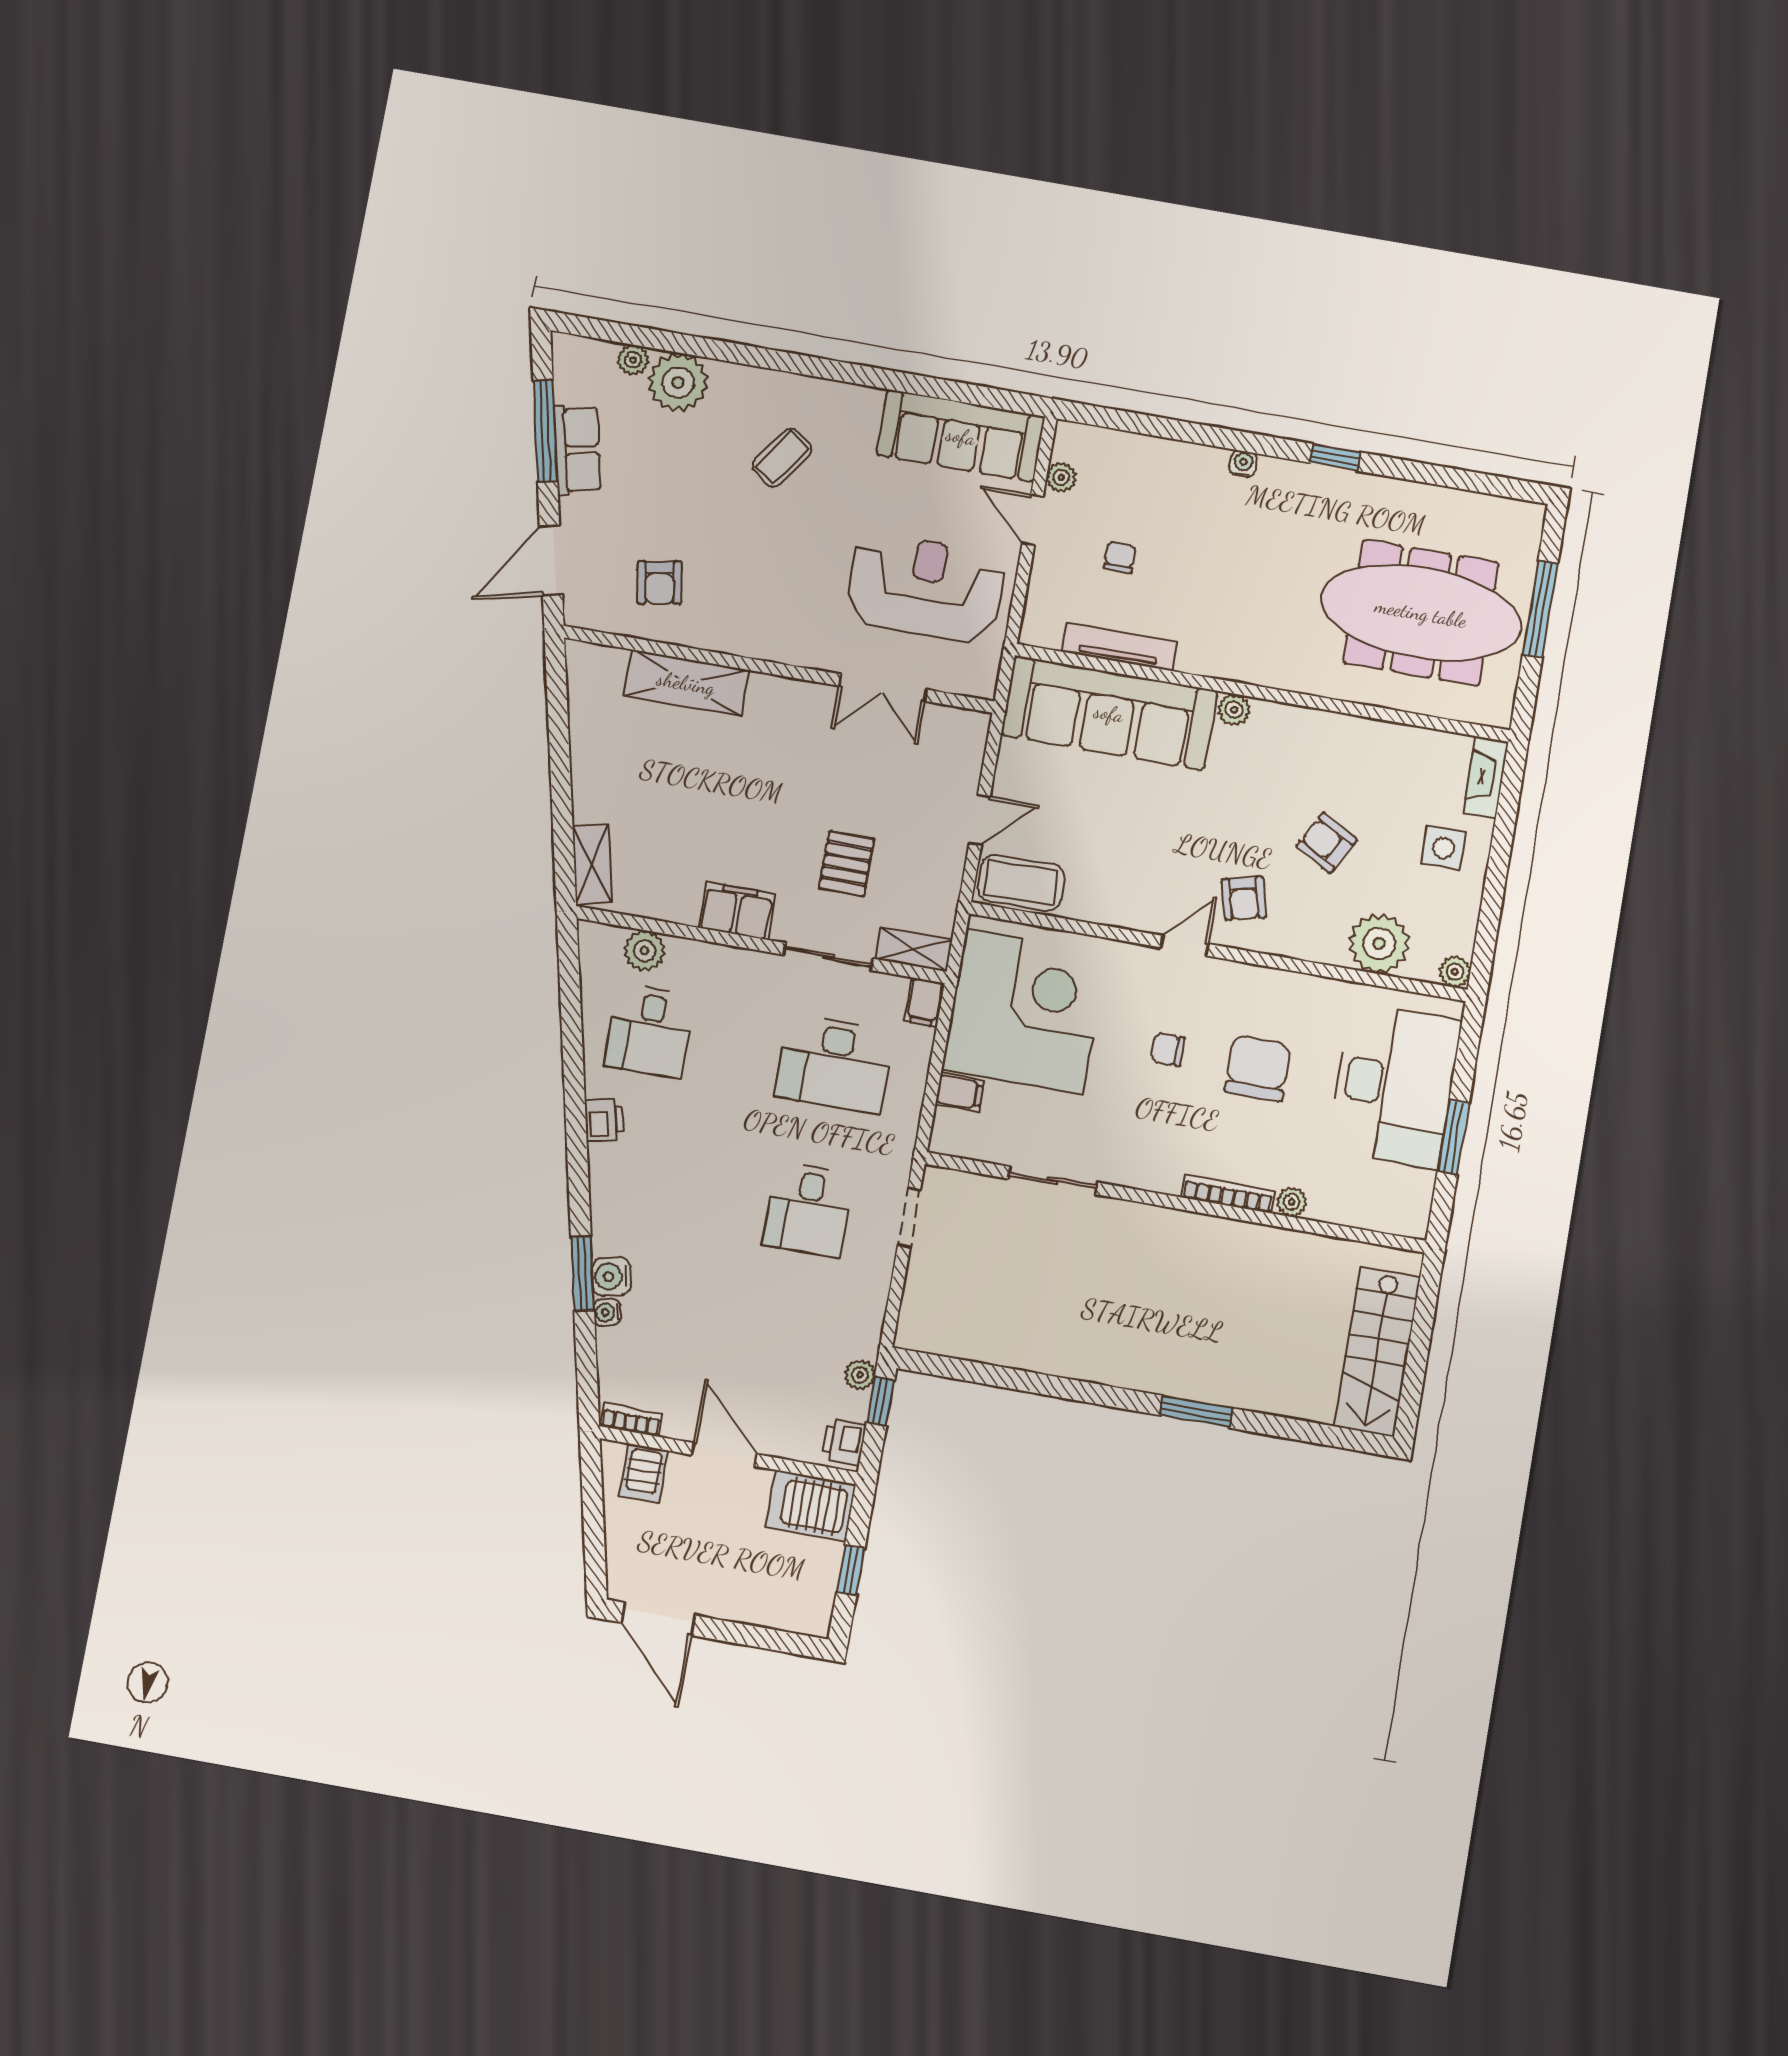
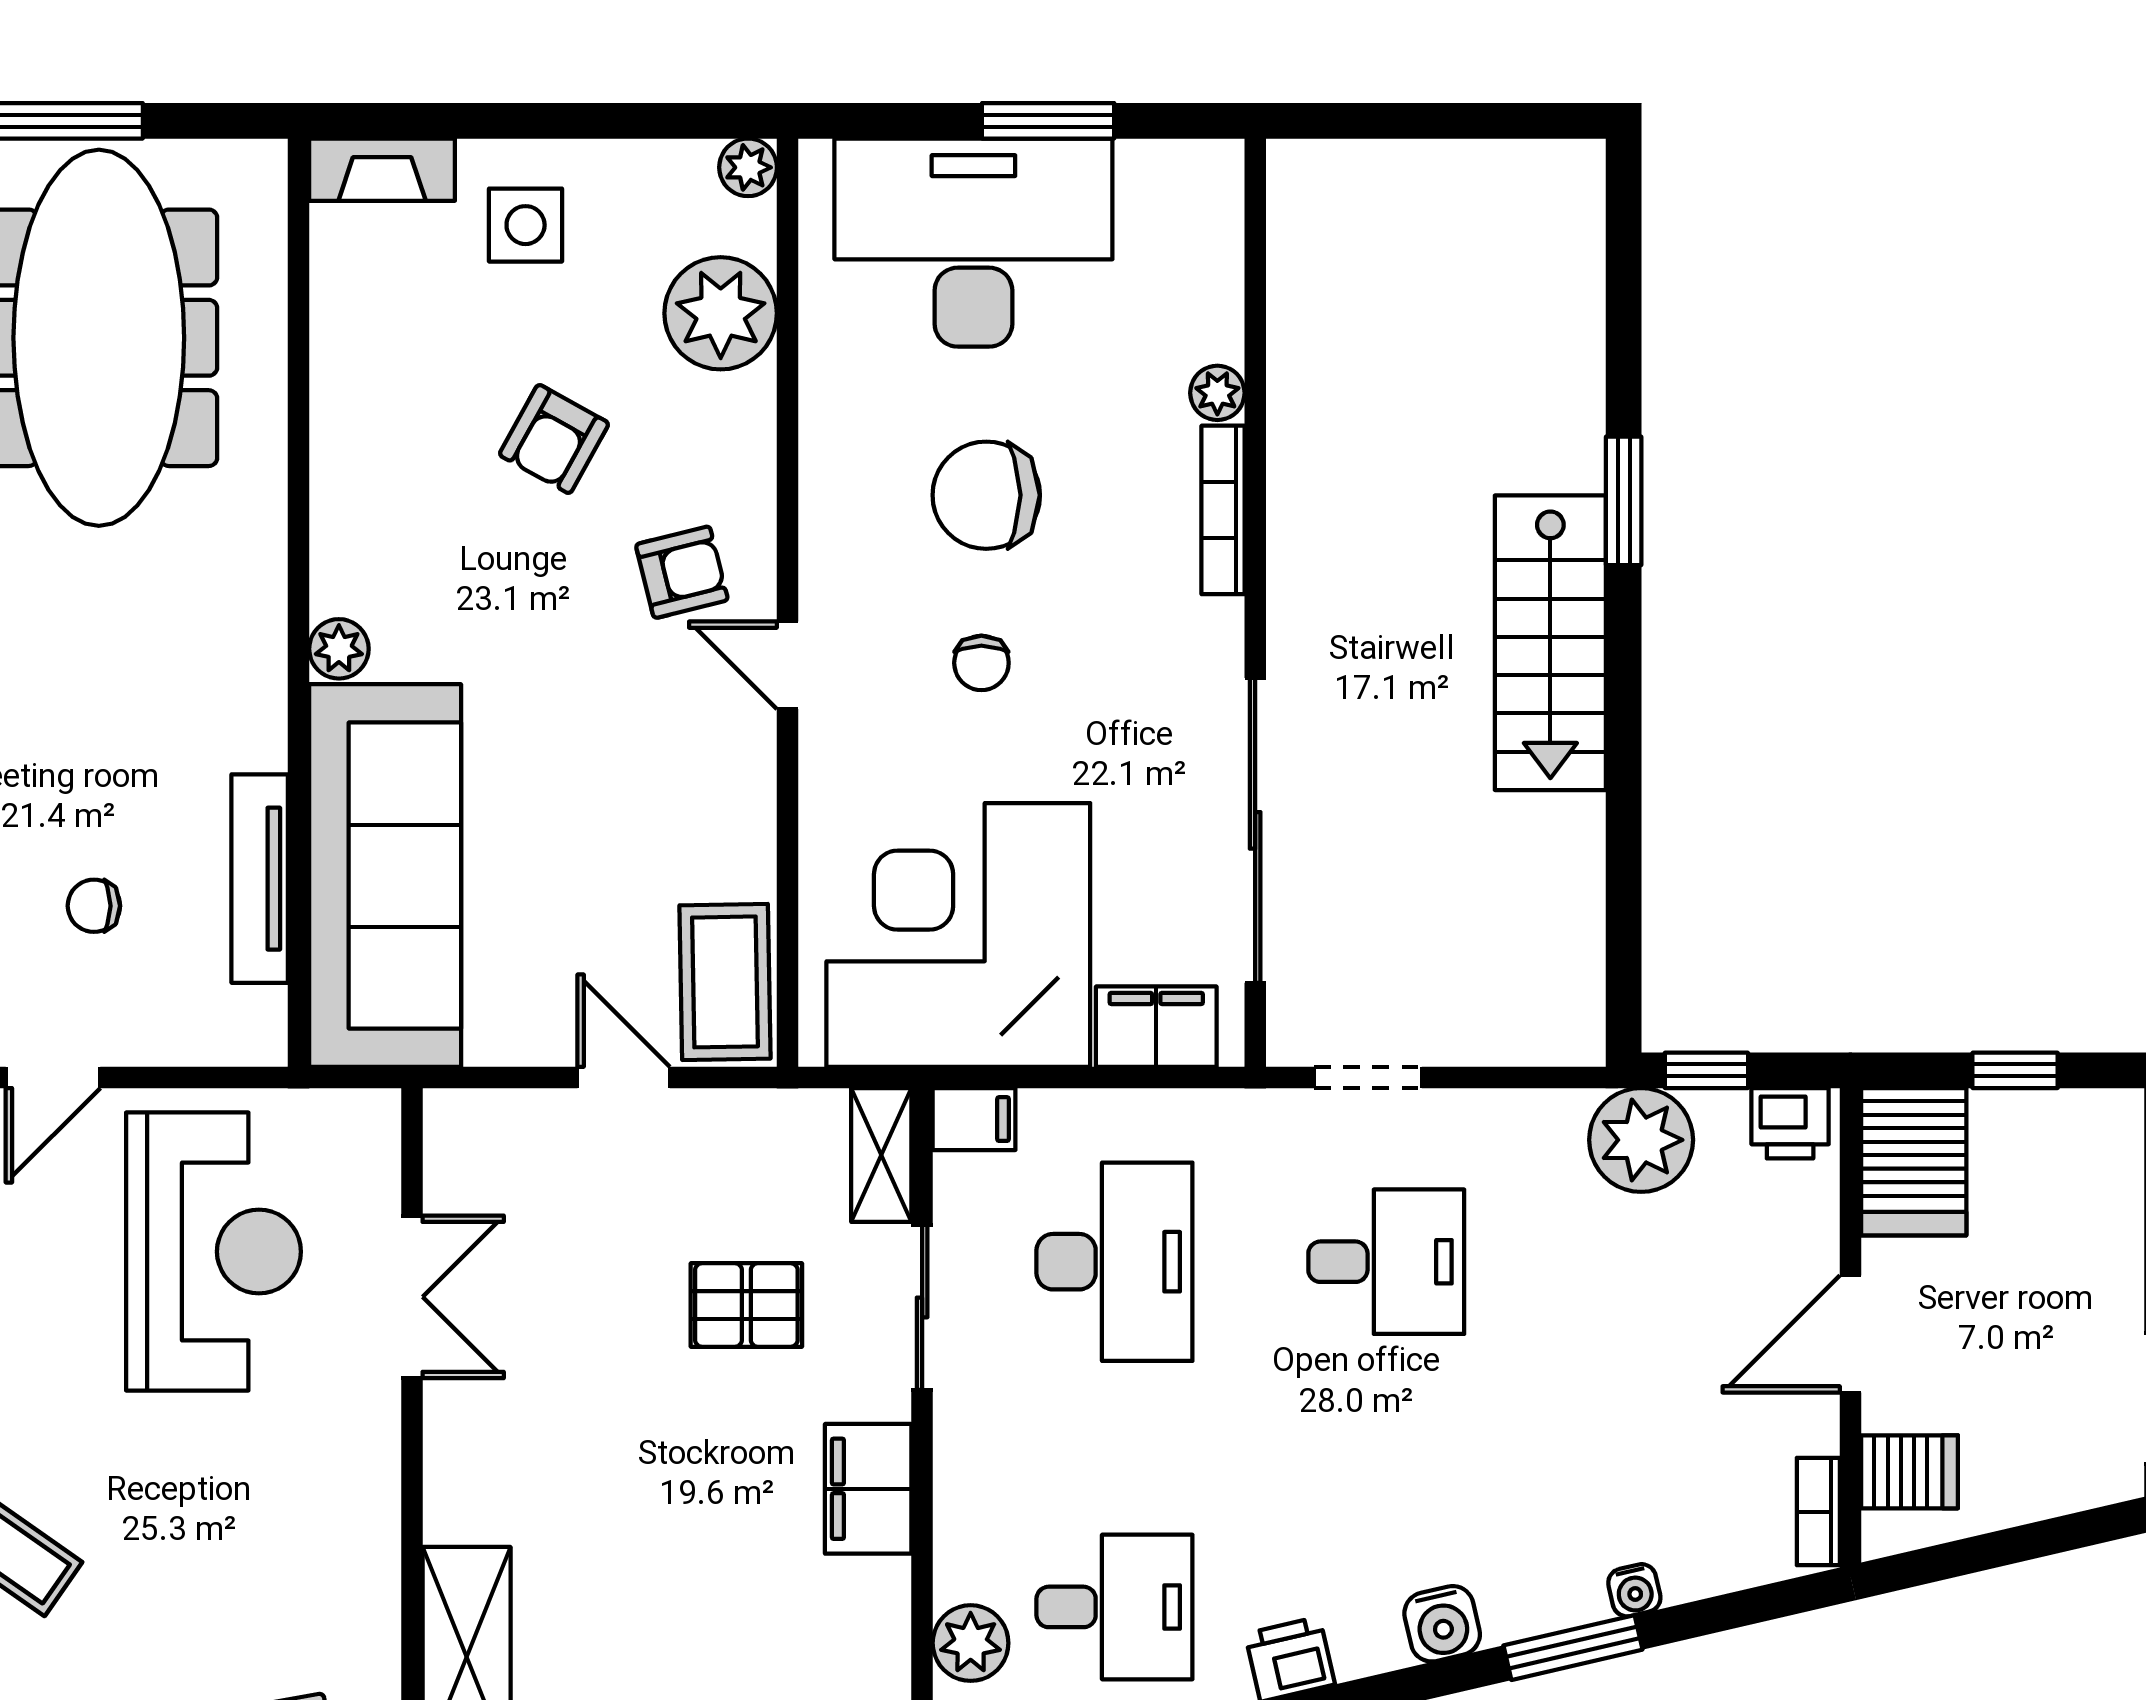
reception desk: (926, 588) -> (213, 1252), turned 180
filing cabinet: (959, 1092) -> (1156, 1027), width x2.00
sliding door: (1053, 1180) -> (1255, 830), width x1.86
water cooler: (611, 1276) -> (1442, 1624), moved
stairs: (1377, 1352) -> (1550, 643), moved, turned 90
plant: (860, 1375) -> (1641, 1140), width x1.88, depth x1.88

